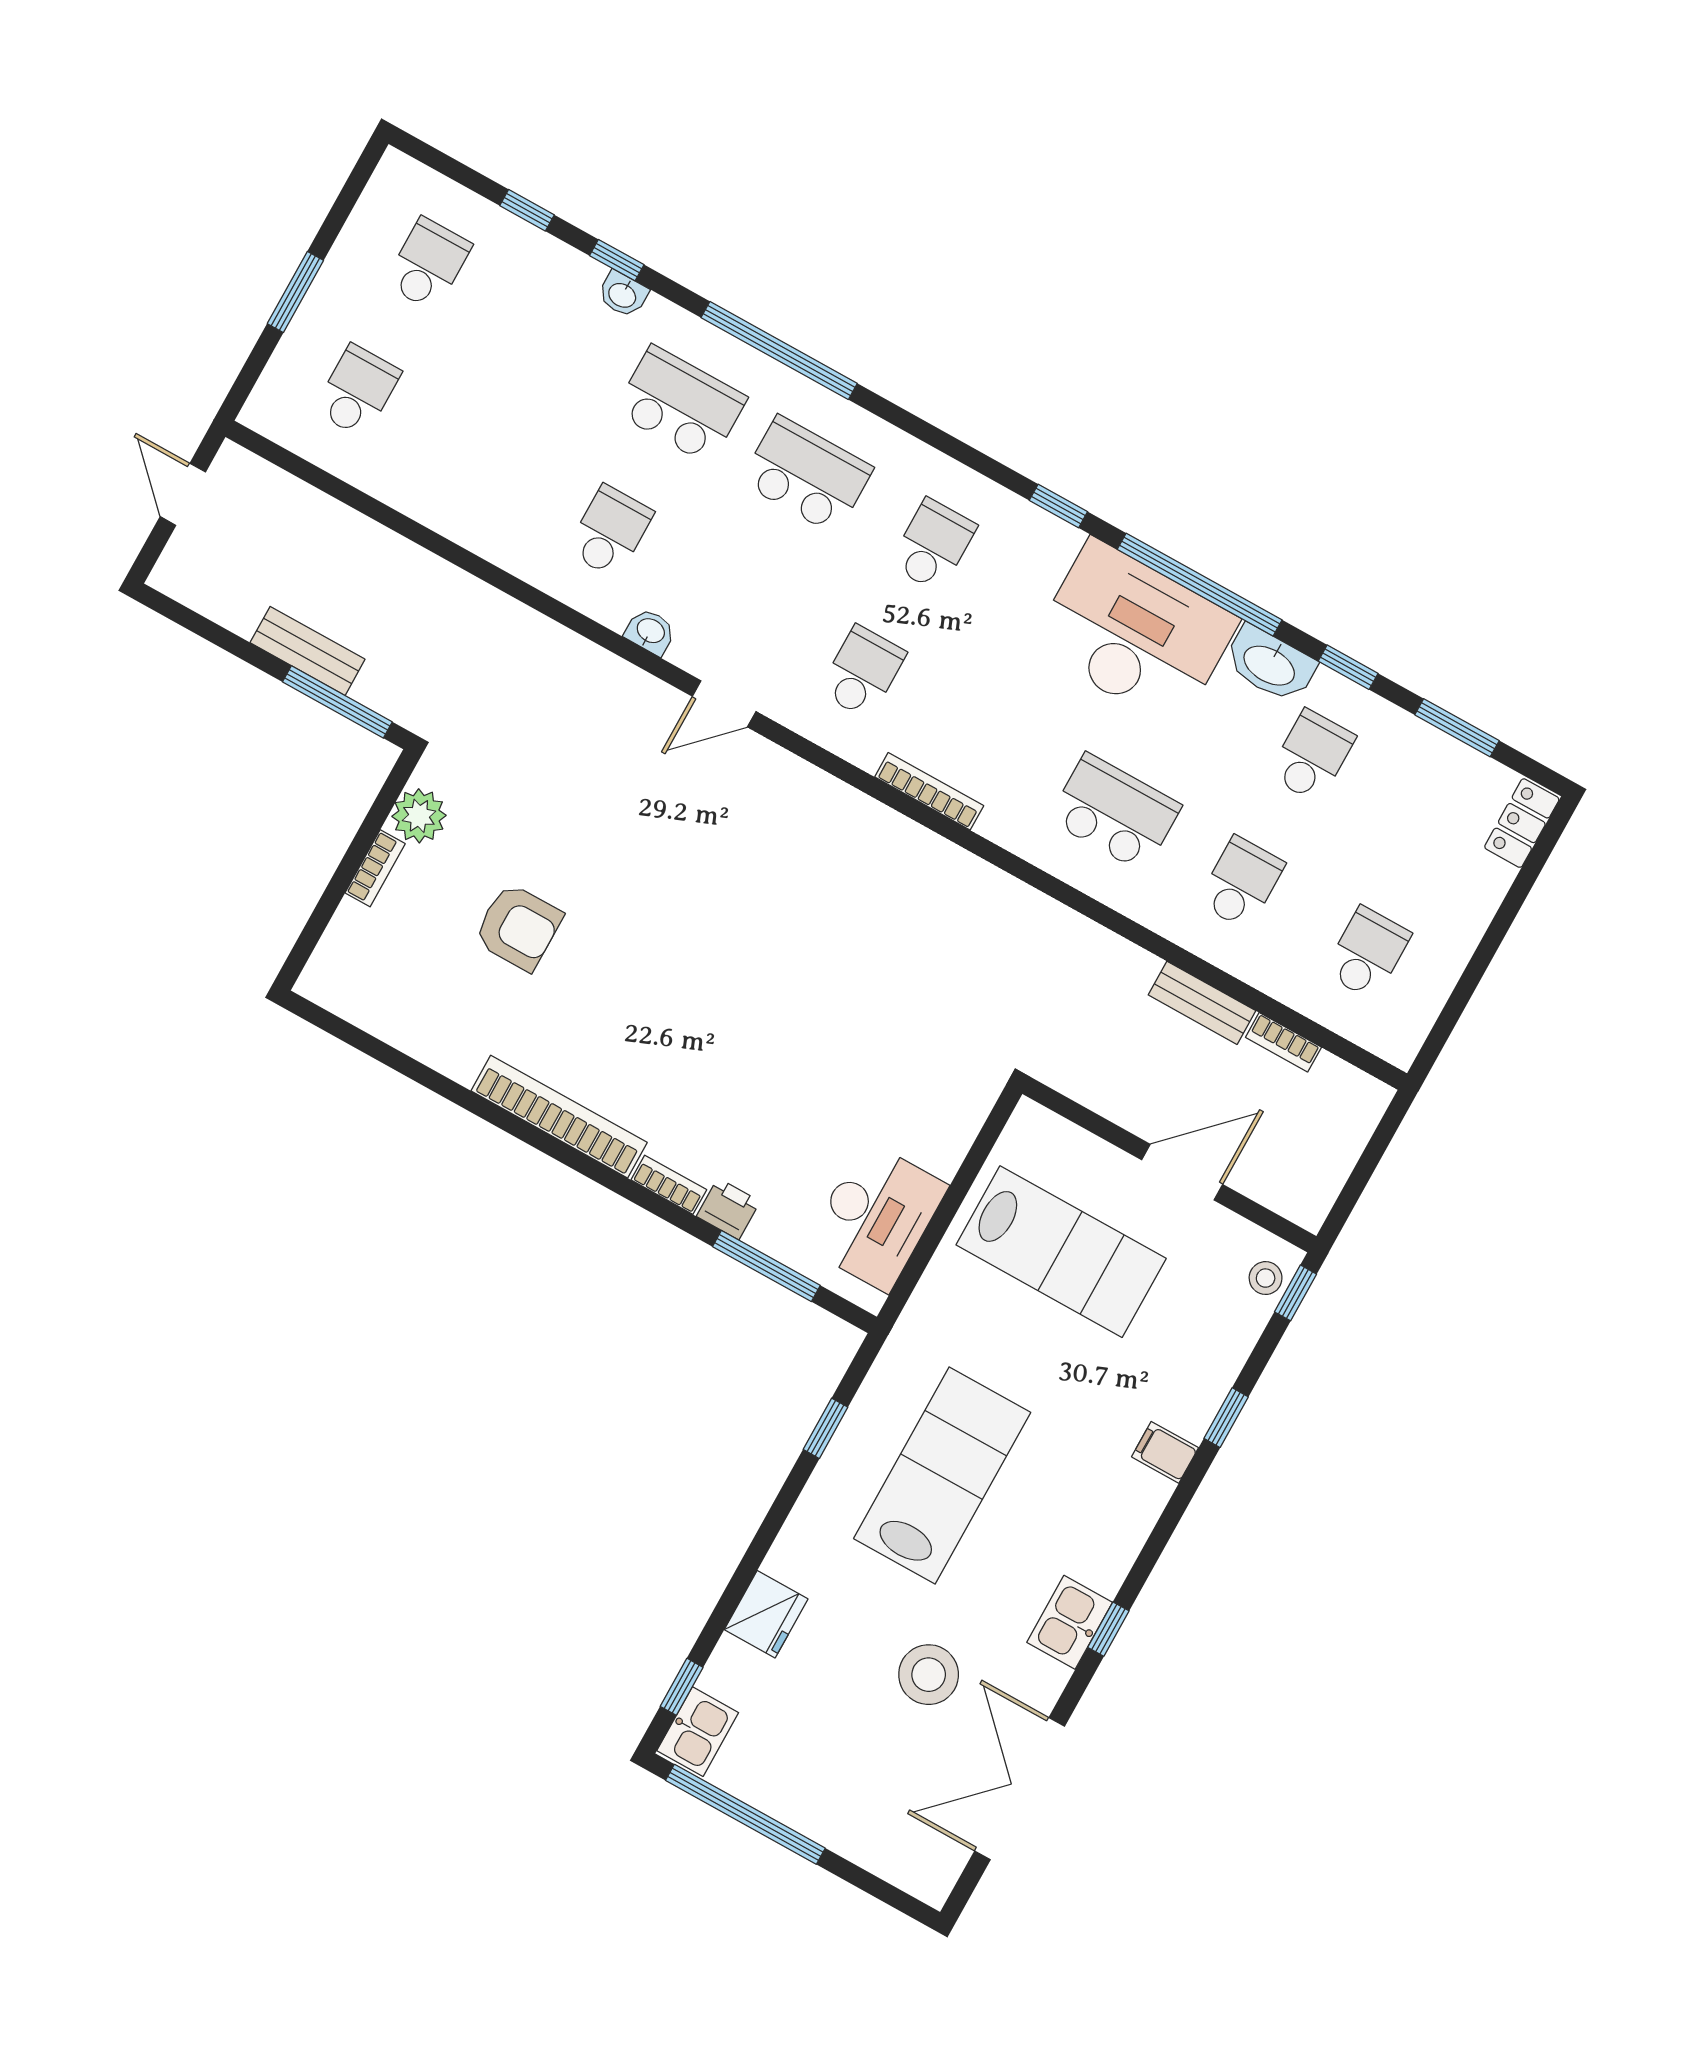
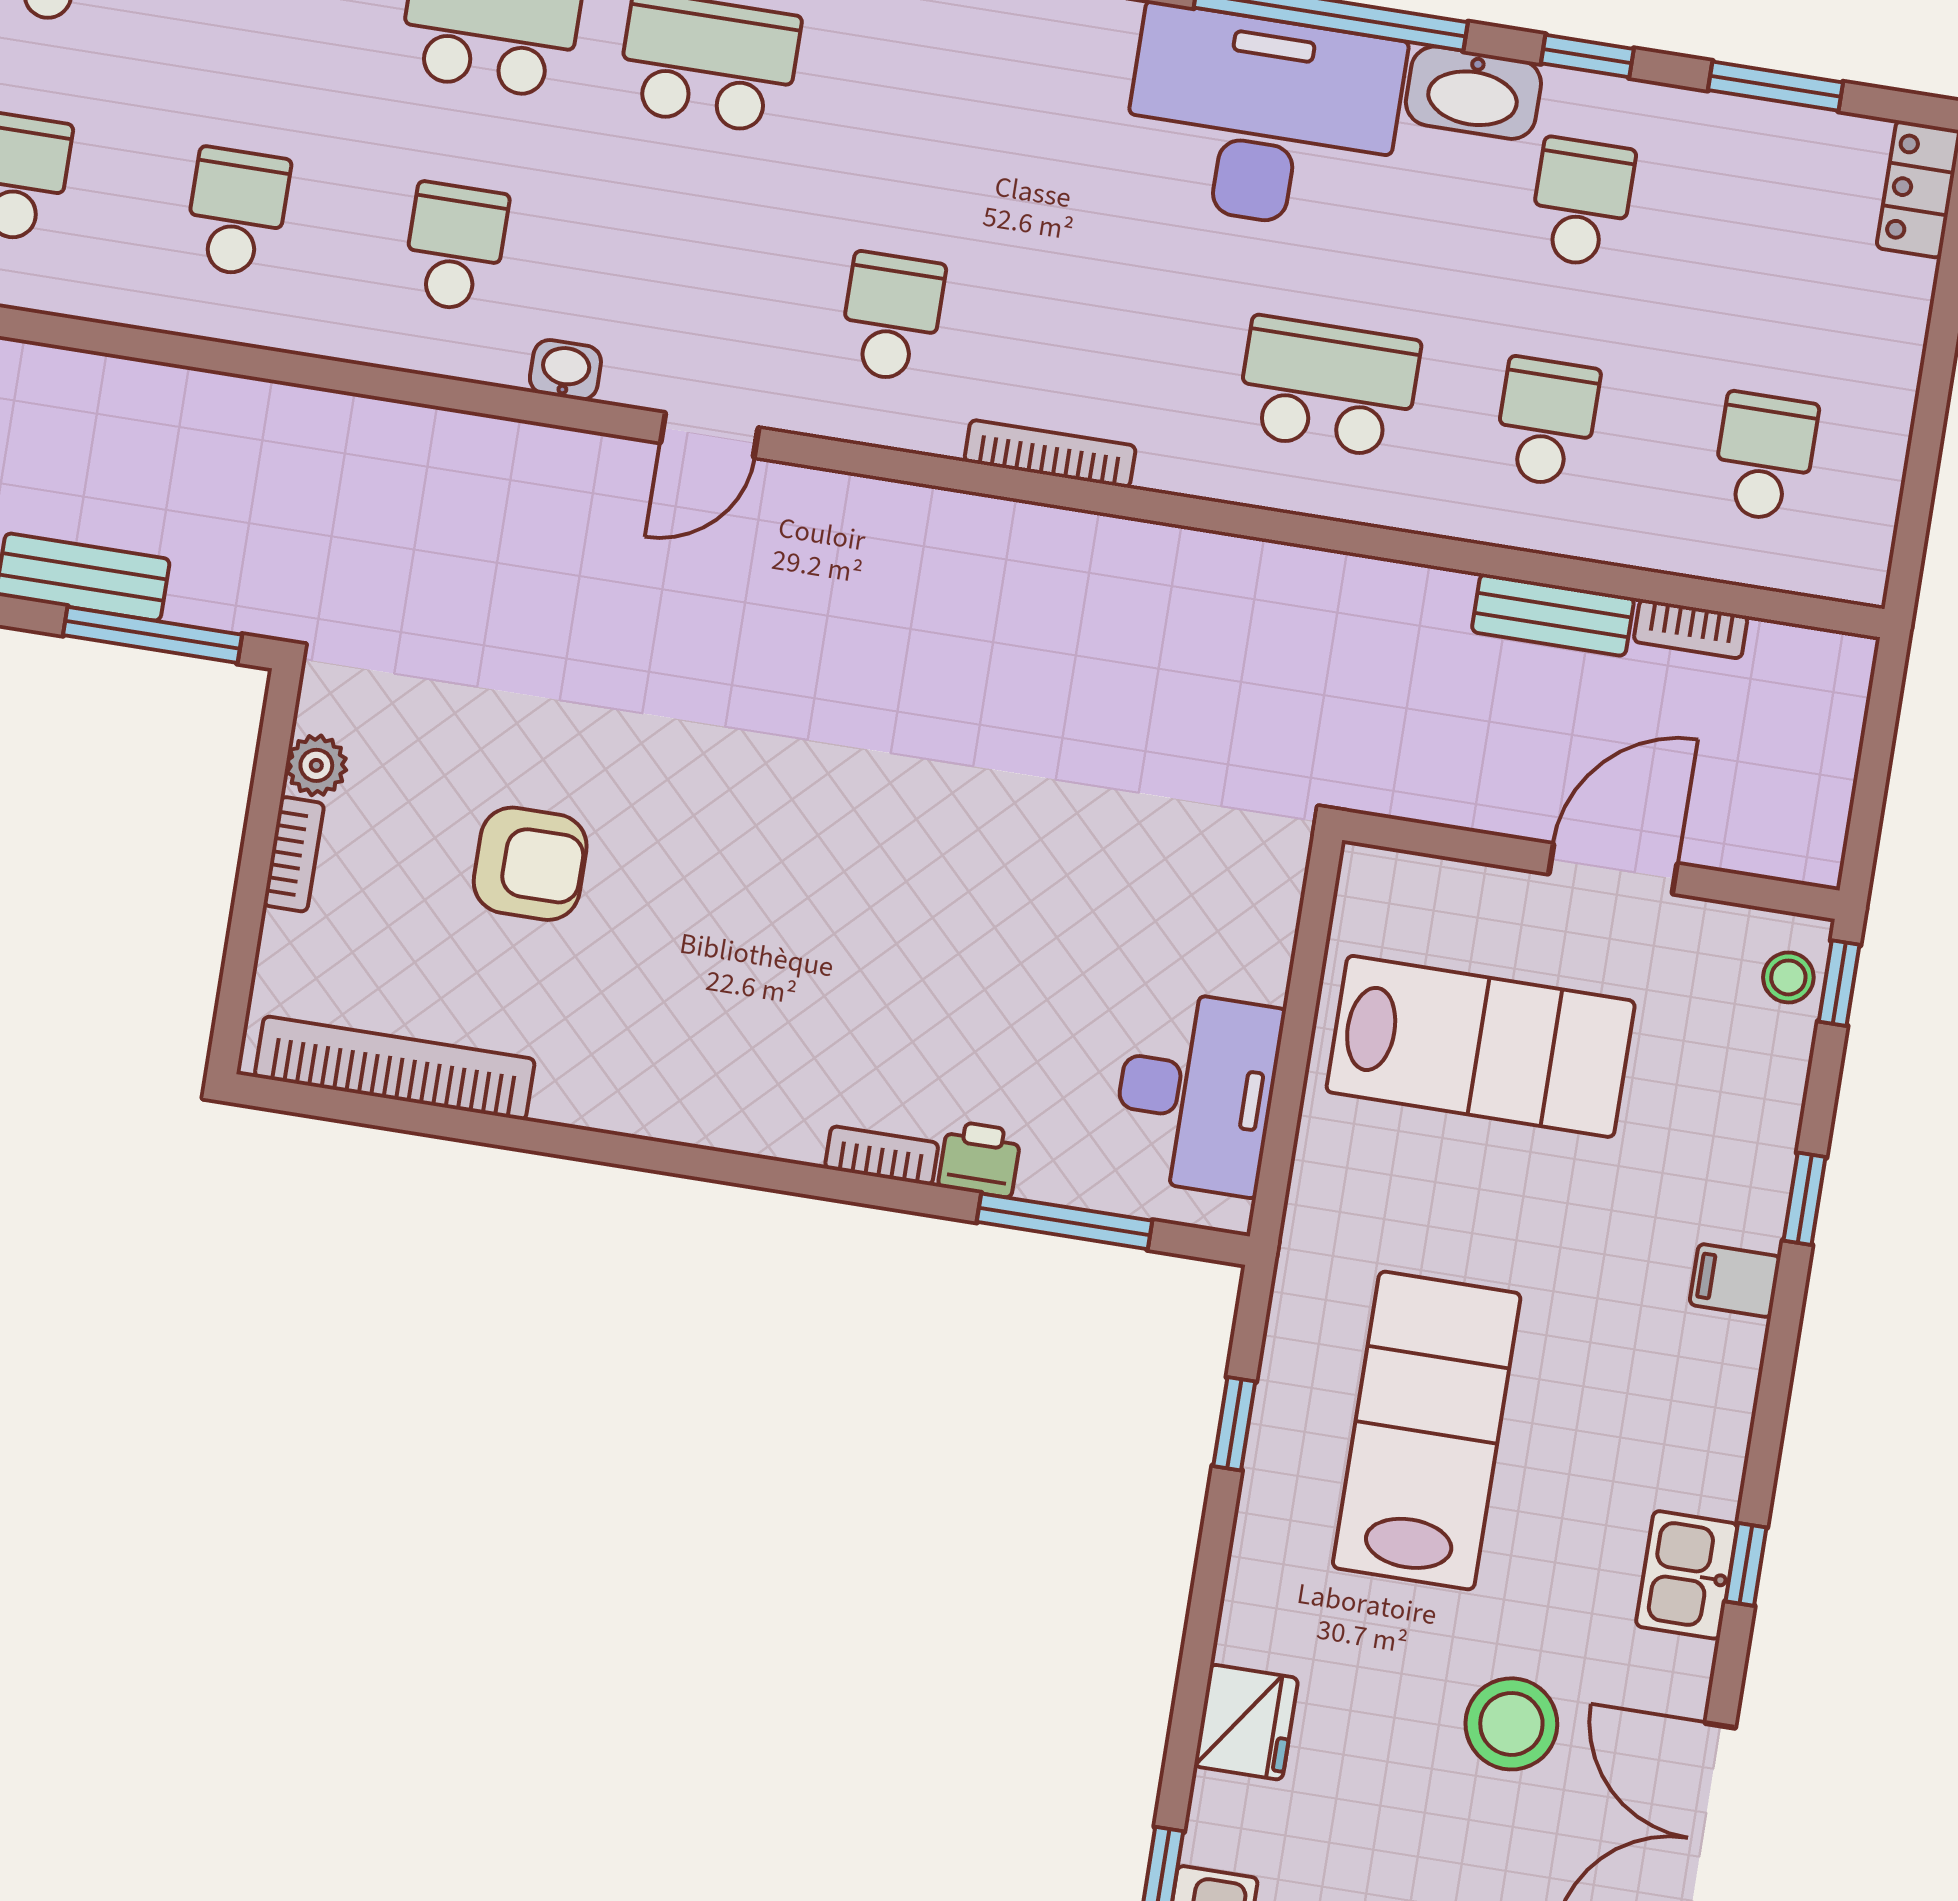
school desk: (933, 545) -> (237, 212), moved
plant: (419, 816) -> (316, 765), width x0.73, depth x0.73
bookcase: (559, 1117) -> (395, 1068), moved

